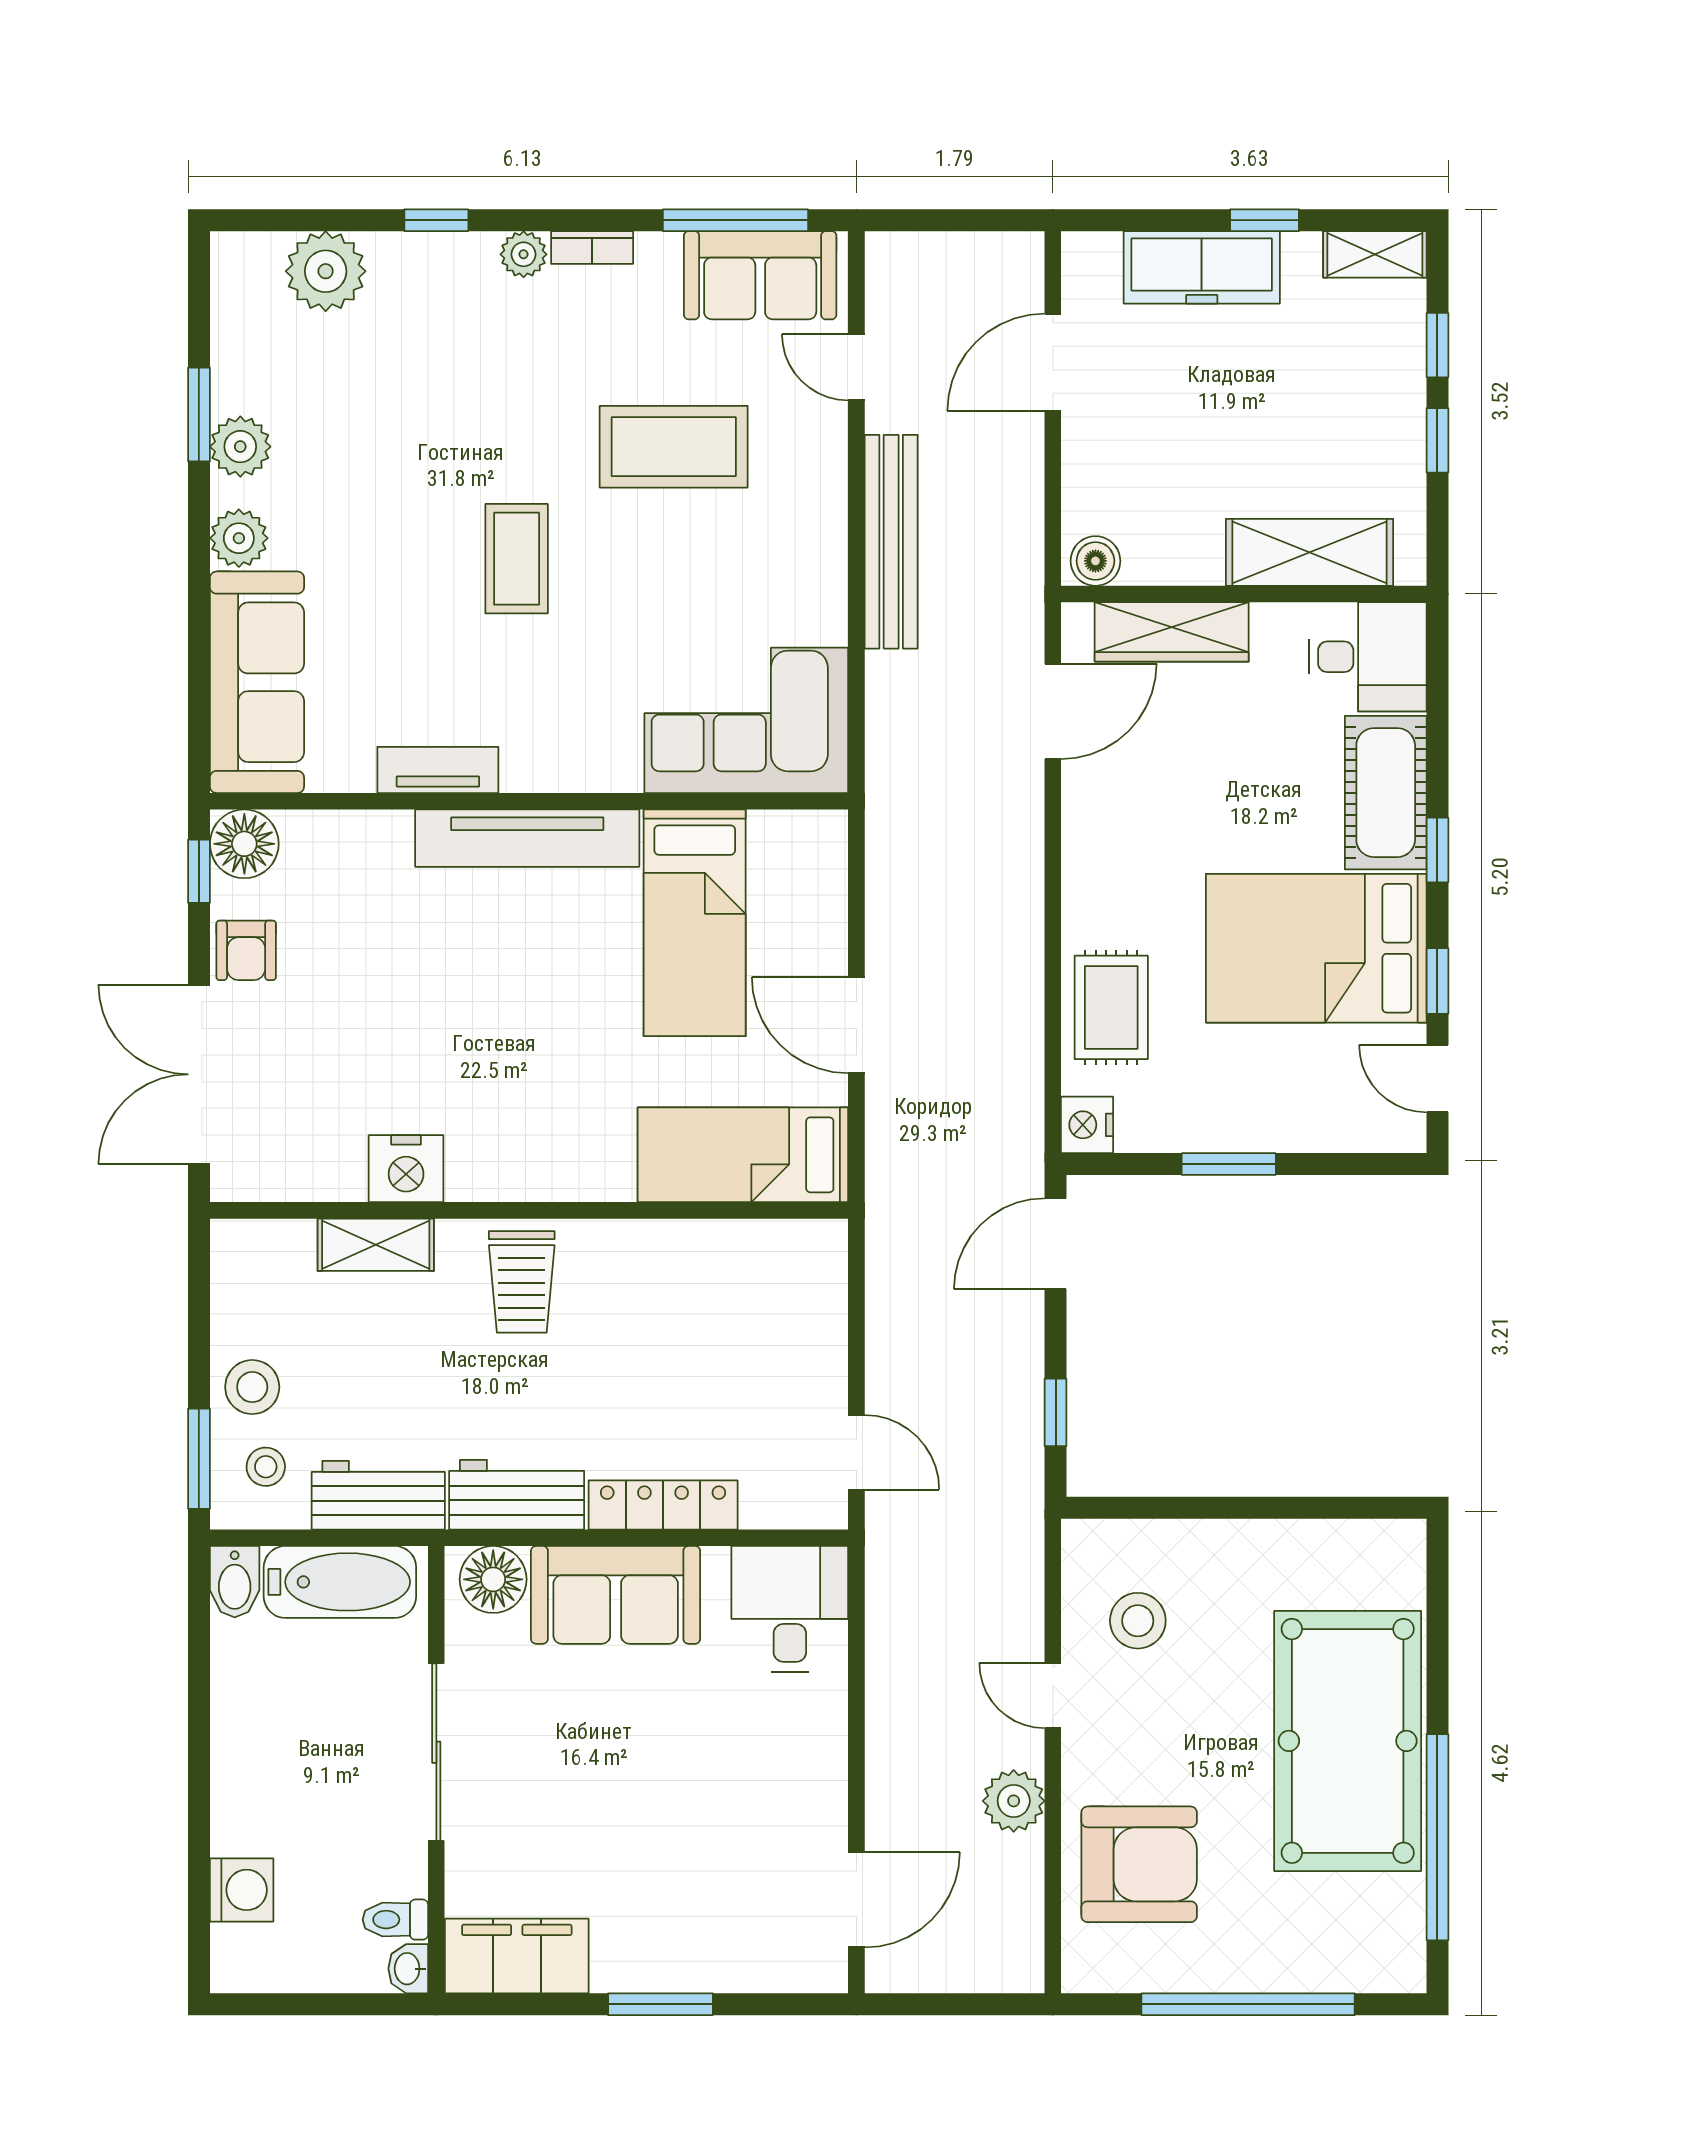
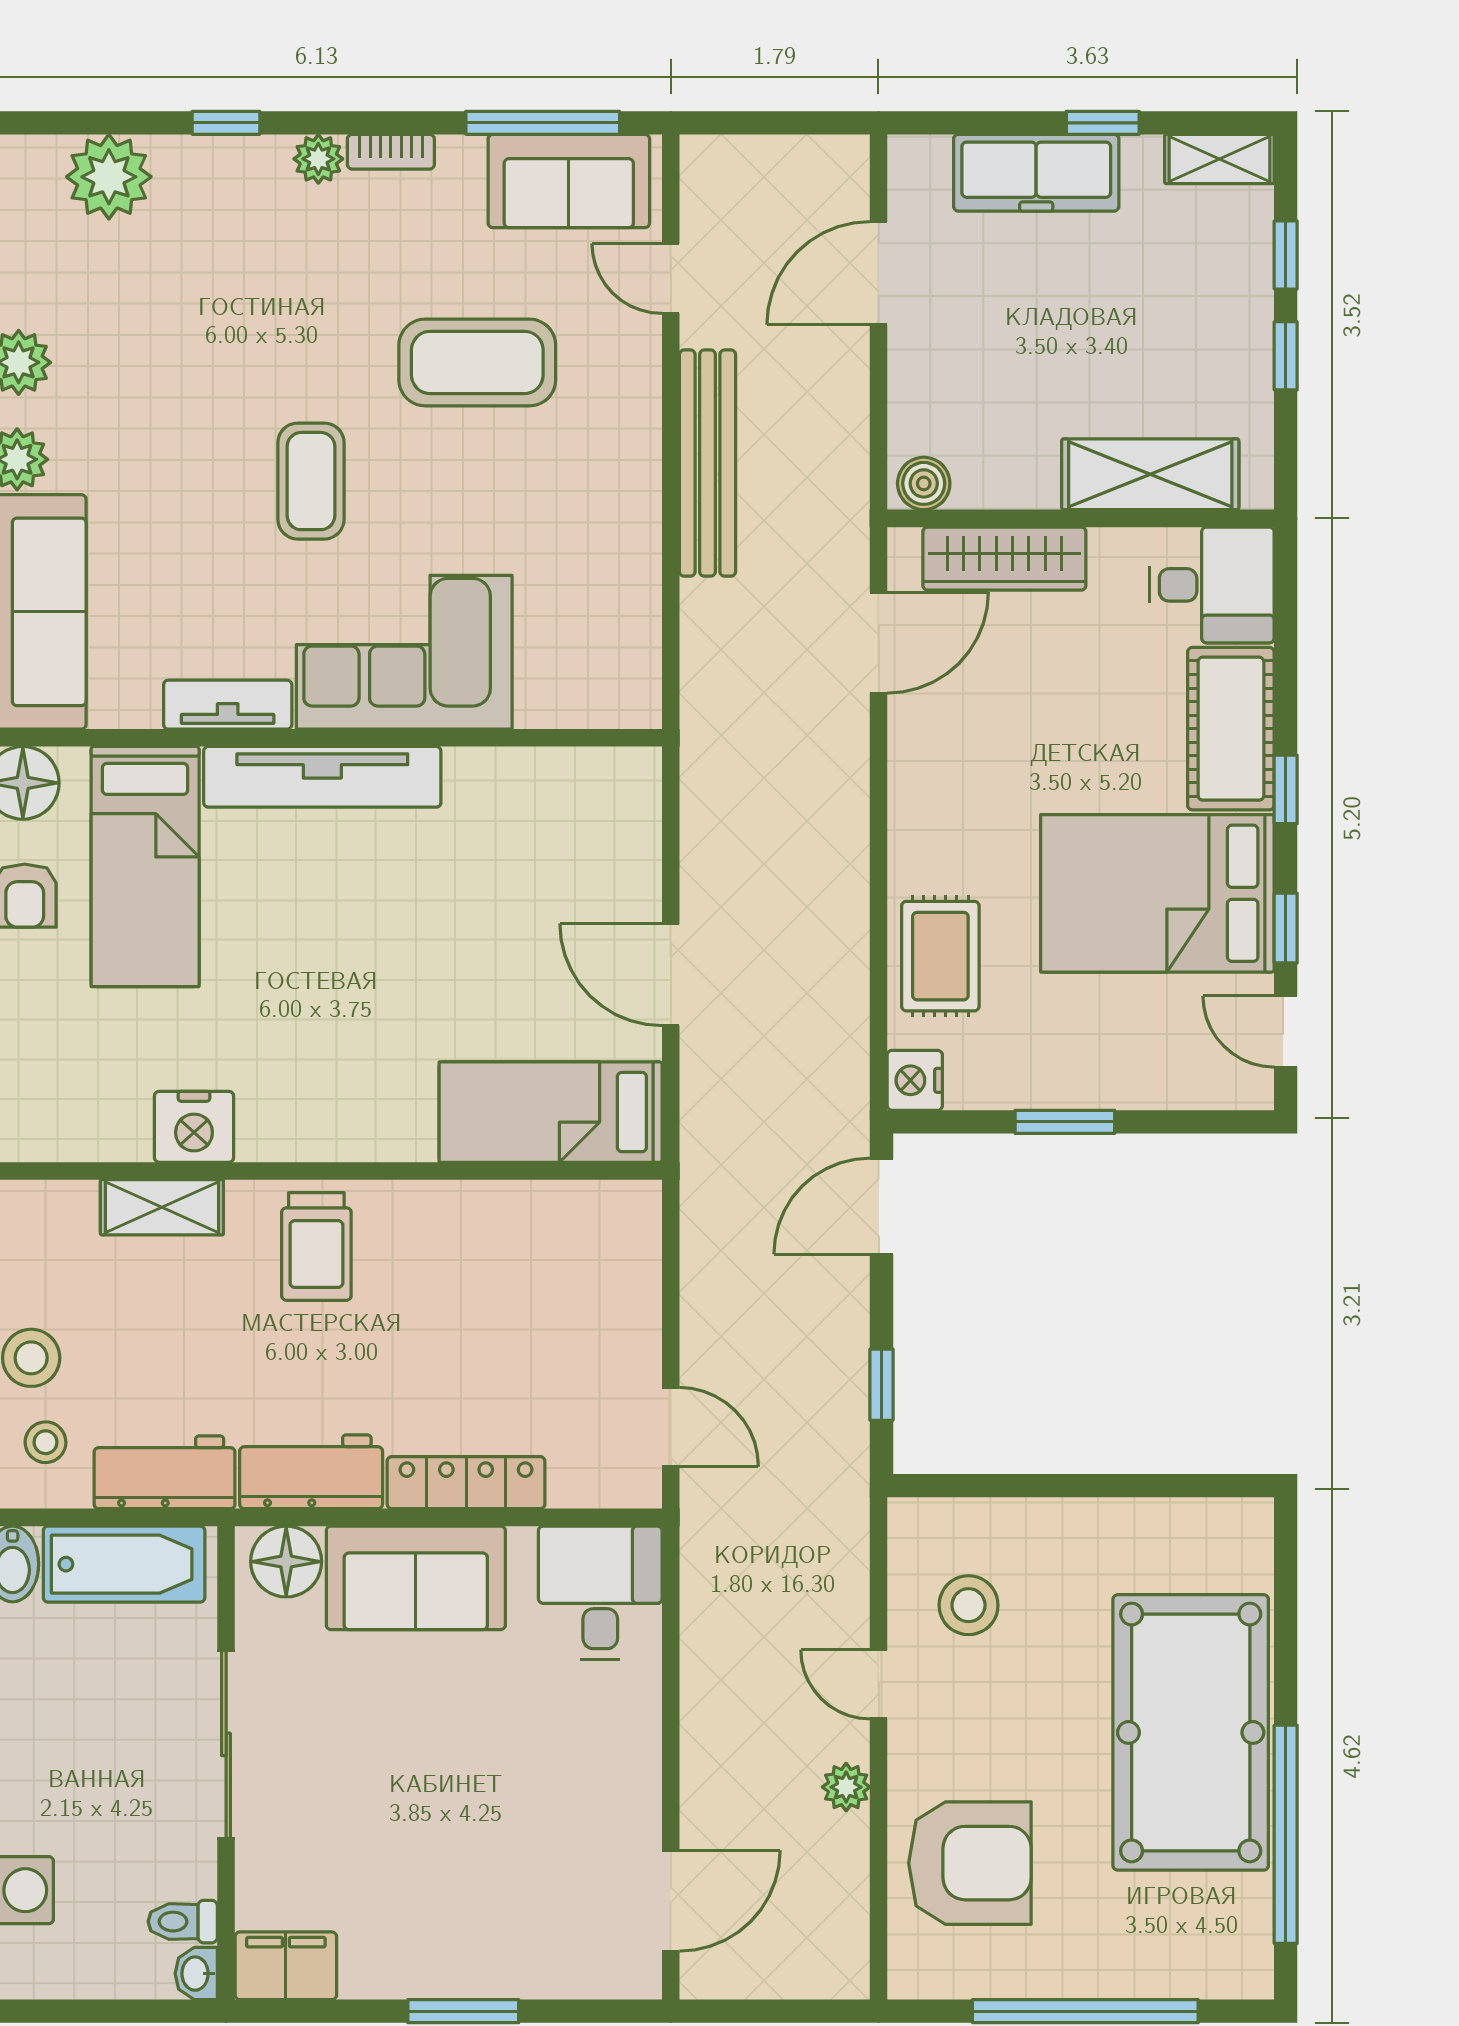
corner sofa: (746, 720) -> (404, 652), moved
bed: (695, 923) -> (145, 866), moved
plant: (1014, 1801) -> (846, 1787), width x0.73, depth x0.73
filing cabinet: (517, 1956) -> (286, 1966), width x0.67, depth x0.86

